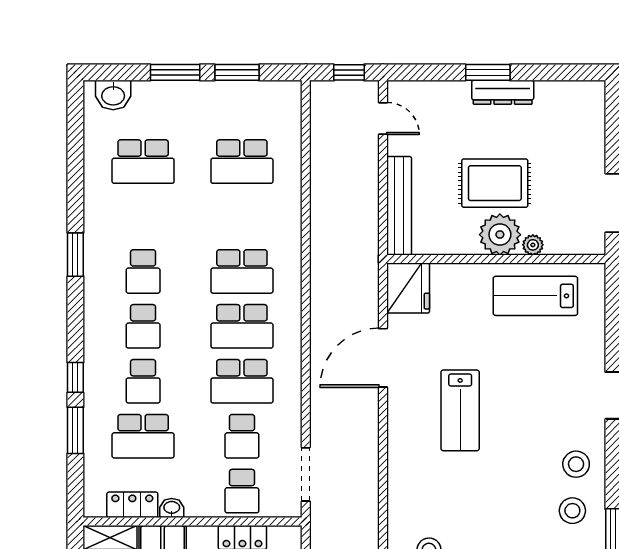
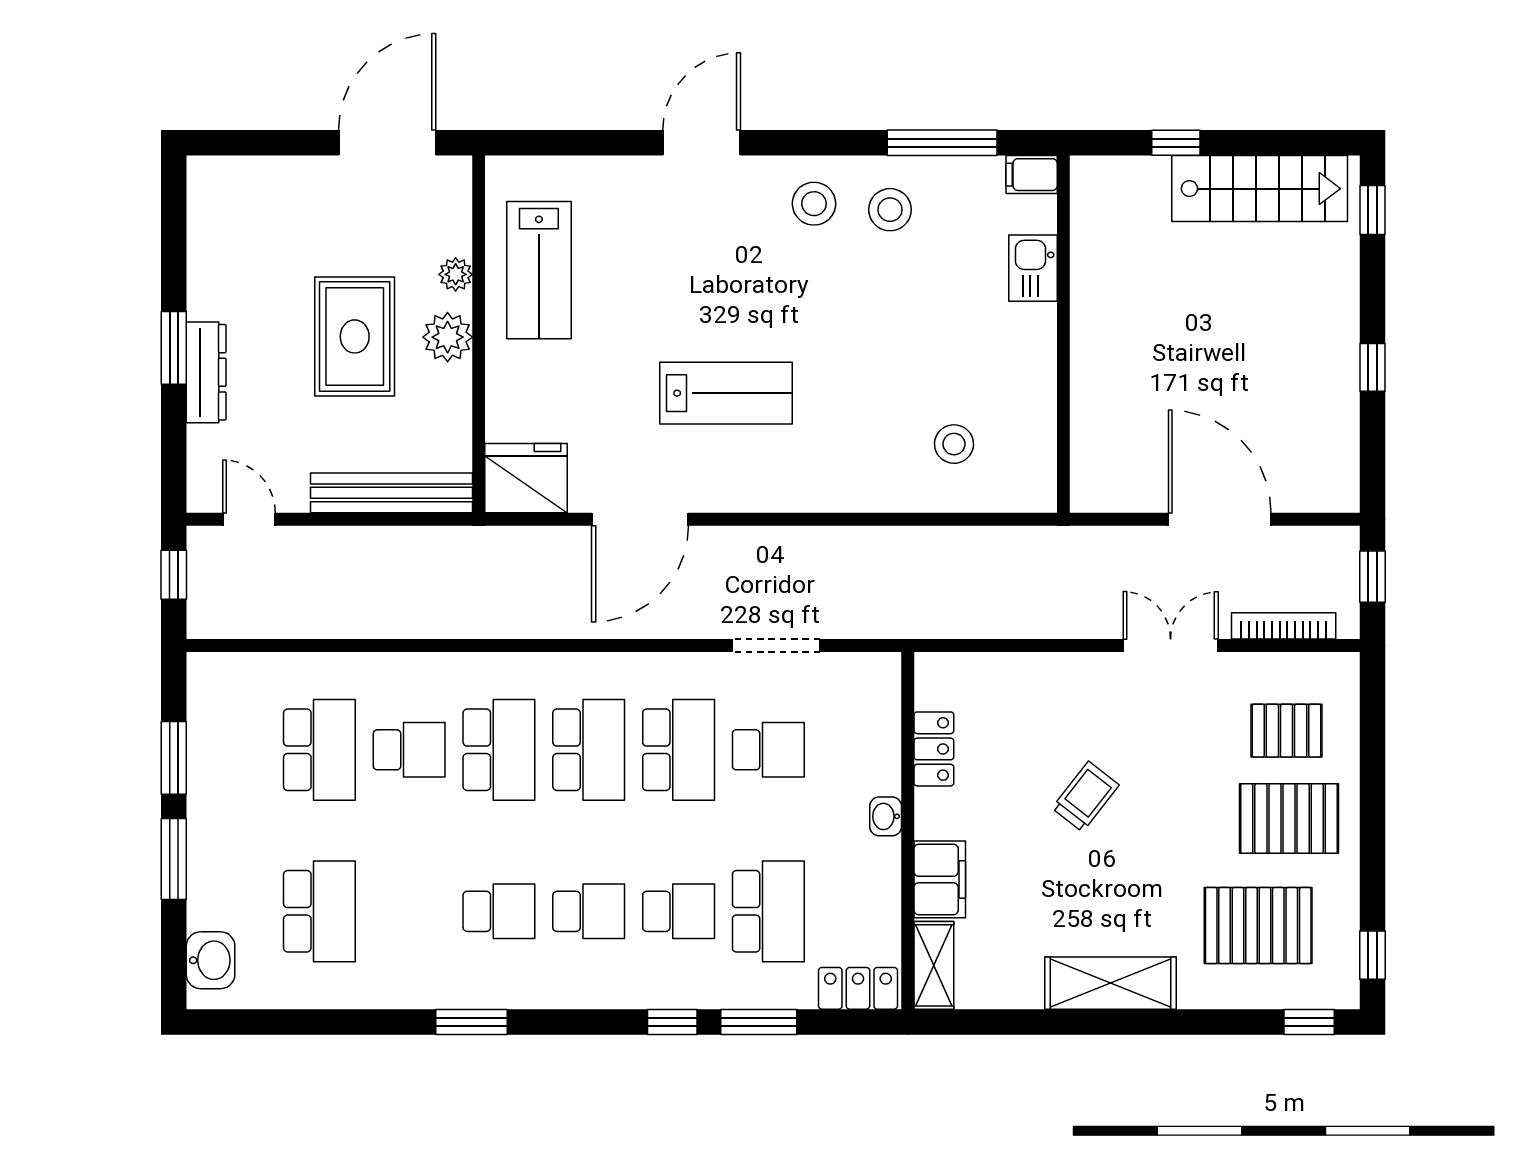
dresser: (503, 92) -> (206, 372), moved
door: (383, 118) -> (249, 519), hinge flipped
plant: (500, 235) -> (448, 337), width x0.73, depth x0.73
door: (383, 358) -> (640, 519), hinge flipped
doorway: (306, 474) -> (776, 645), moved
school desk: (242, 491) -> (409, 750), moved
locker: (132, 505) -> (858, 988), moved, turned 90
washbasin: (172, 508) -> (886, 816), moved

